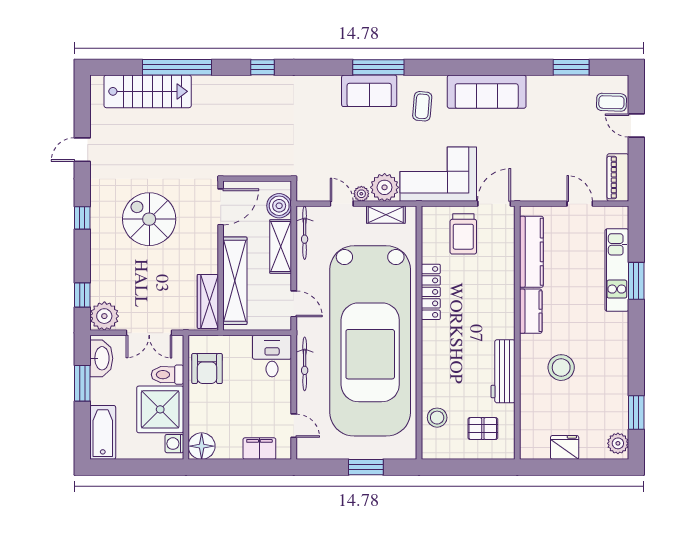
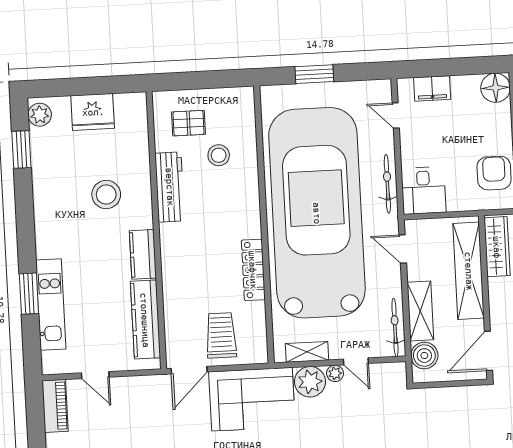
stool: (437, 418) -> (219, 155), moved
fridge: (565, 447) -> (93, 112), width x1.36, depth x1.34

